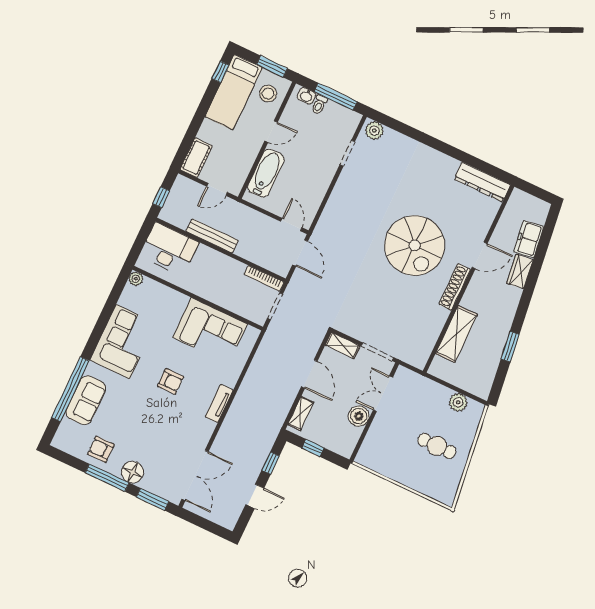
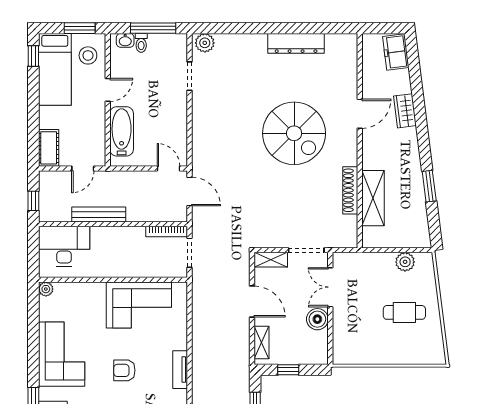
dresser: (482, 182) -> (296, 43), moved
freezer: (529, 239) -> (396, 52), moved
shoe rack: (455, 287) -> (350, 190), moved
armchair: (170, 381) -> (124, 370), turned 180

